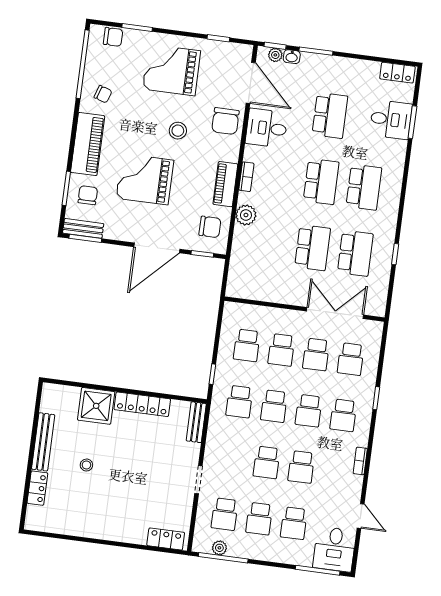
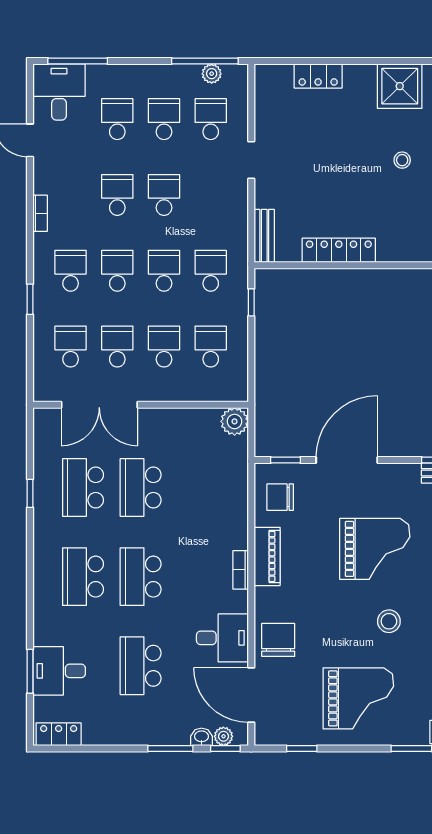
stool: (178, 131) -> (389, 621), moved
plant: (246, 215) -> (235, 421), moved
shower: (96, 406) -> (400, 86), moved
locker: (166, 539) -> (318, 76), moved

